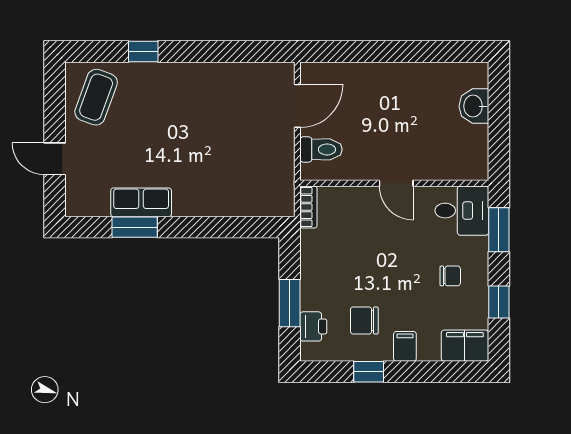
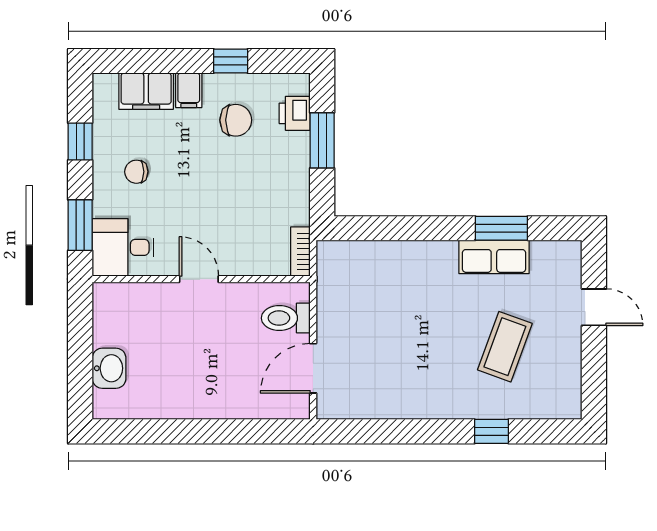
coffee table: (96, 97) -> (505, 347), moved
filing cabinet: (465, 346) -> (146, 91), moved

